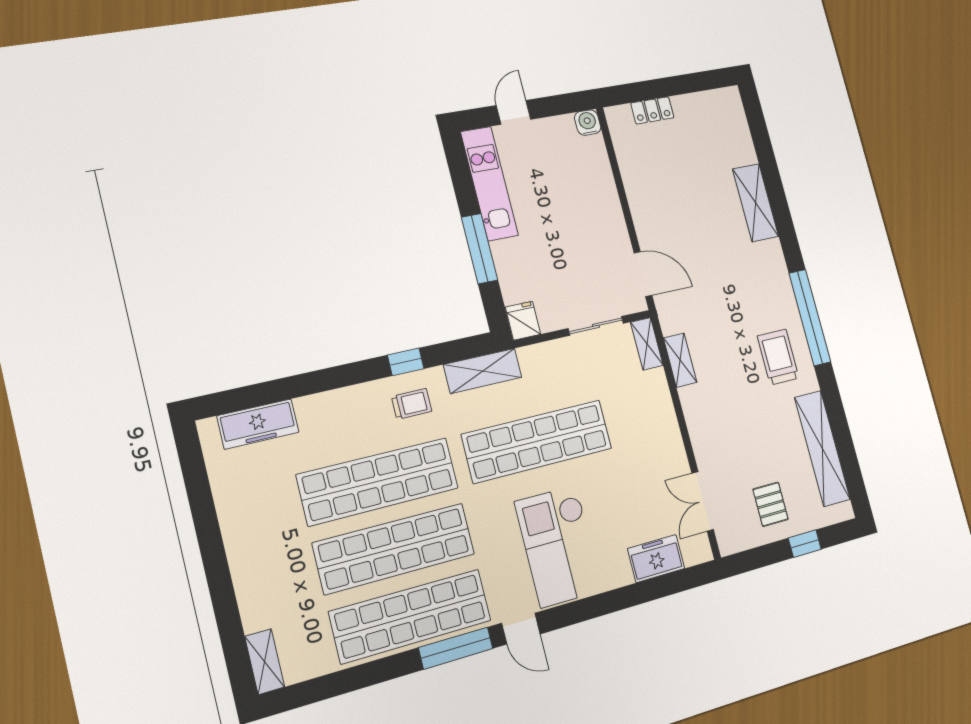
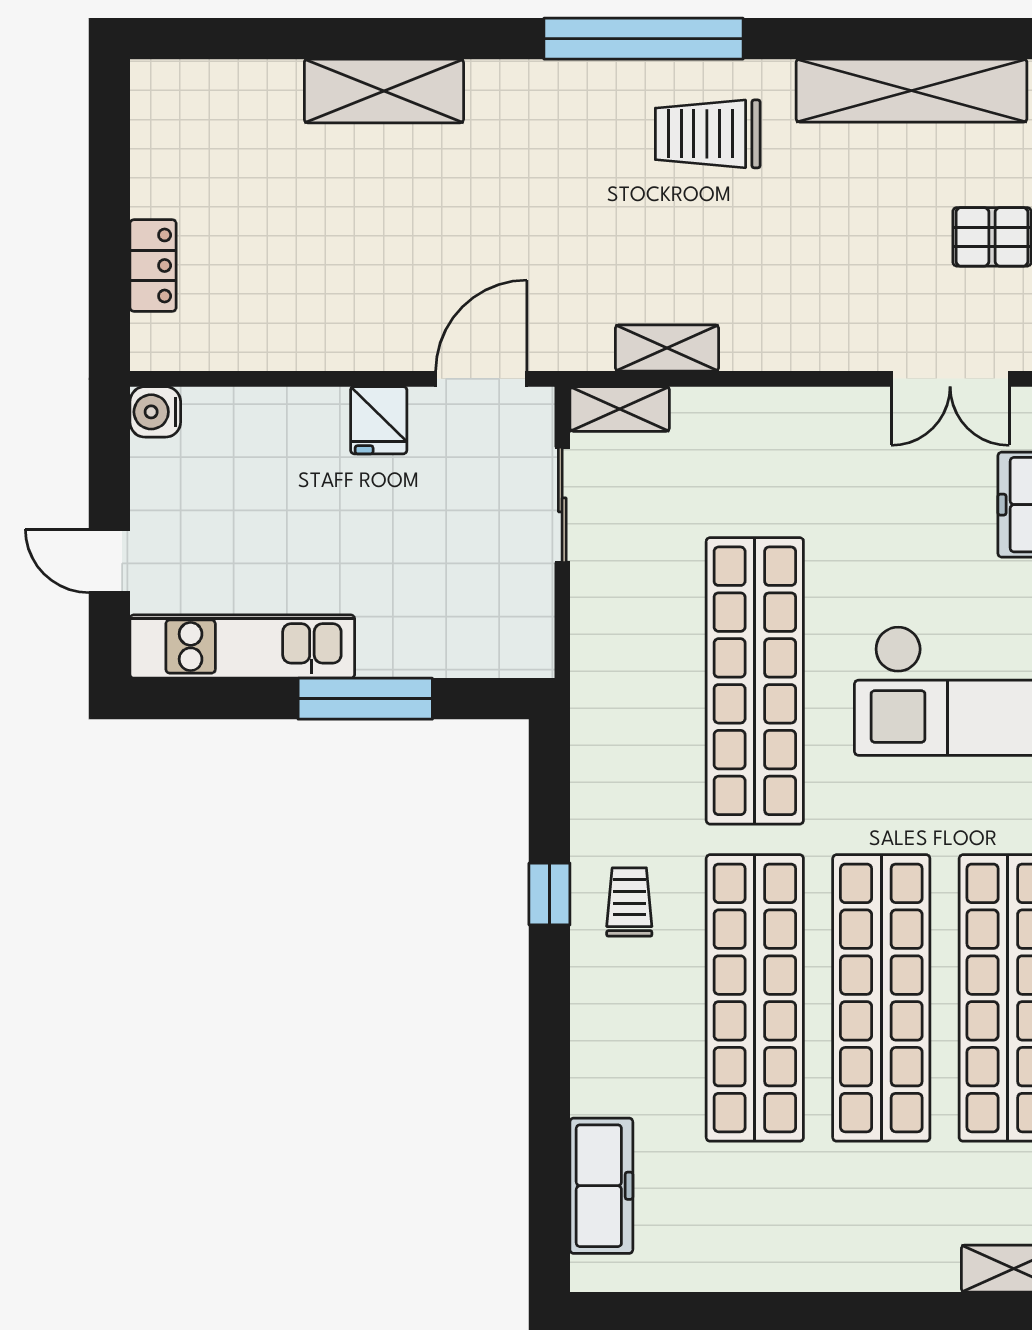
fridge: (523, 321) -> (379, 420), moved, turned -90
shelving: (483, 371) -> (599, 752), removed

